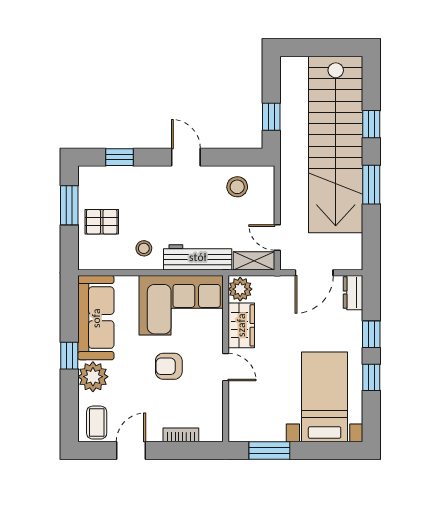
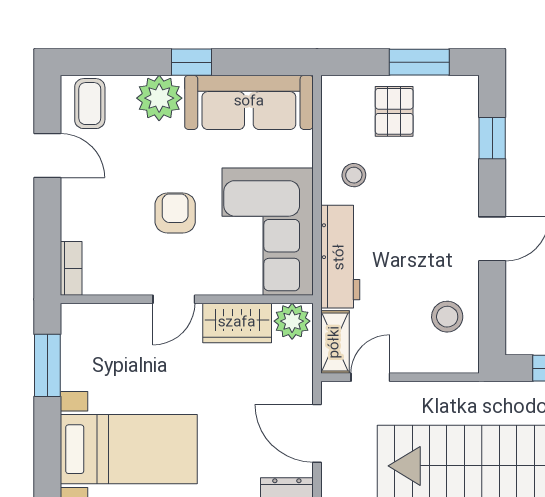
coffee table: (97, 423) -> (90, 104), turned 90
bookcase: (181, 435) -> (71, 268), moved

